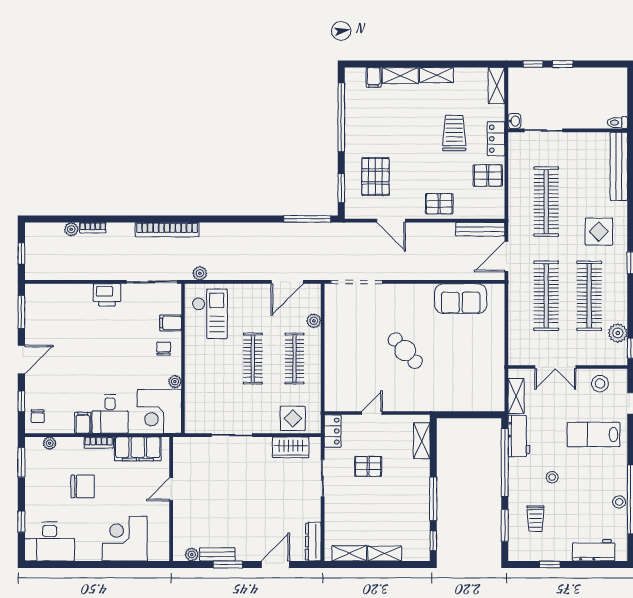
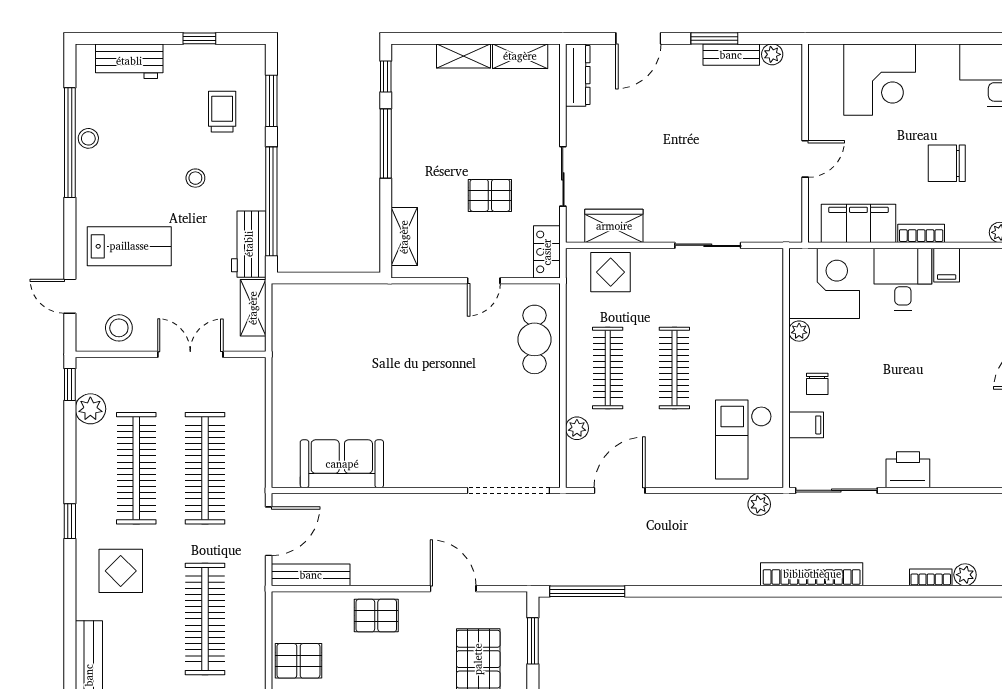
cafe table: (405, 351) -> (534, 339), moved, turned 42

